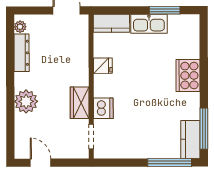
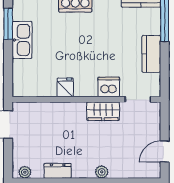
kitchen counter: (111, 23) -> (151, 54), moved, turned 180
dresser: (22, 53) -> (58, 171), width x0.70
plant: (26, 101) -> (102, 172), width x0.53, depth x0.53

